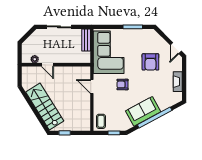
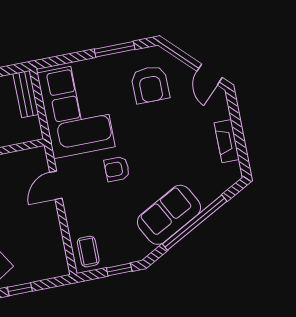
armchair: (150, 62) -> (150, 85), moved
door: (92, 87) -> (56, 185), hinge flipped

